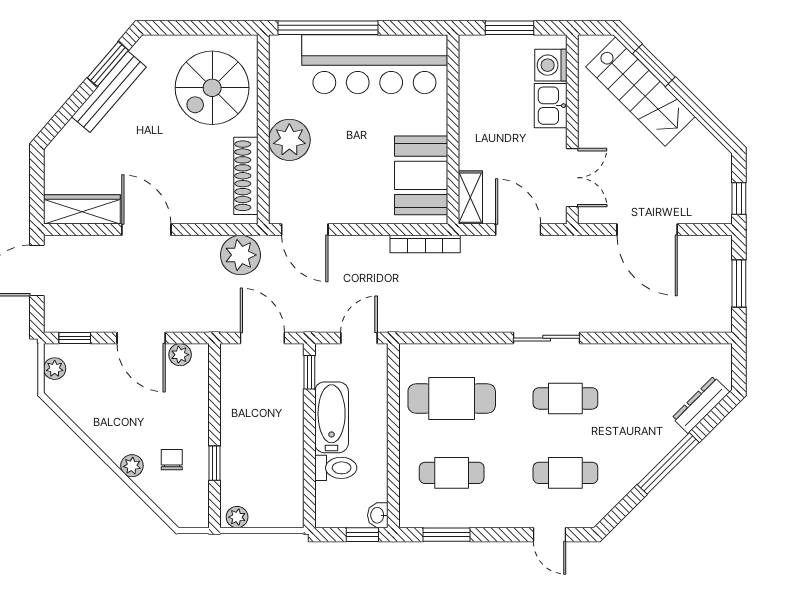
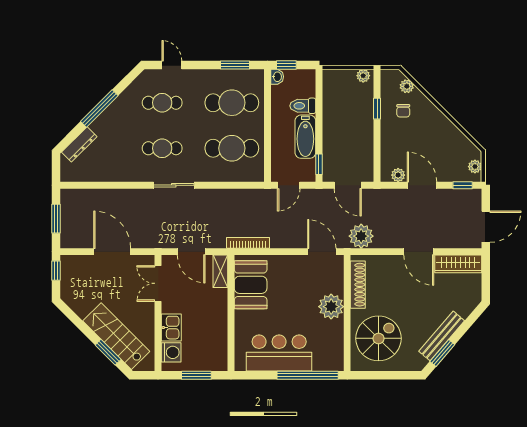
bar counter: (374, 64) -> (279, 353), width x0.73
plant: (132, 466) -> (407, 86), moved
cafe table: (452, 473) -> (232, 103), width x1.37, depth x1.35

